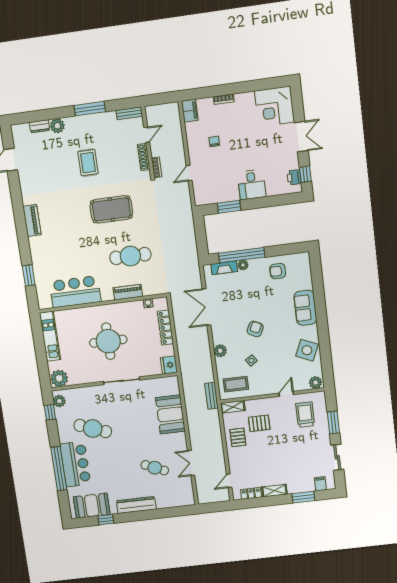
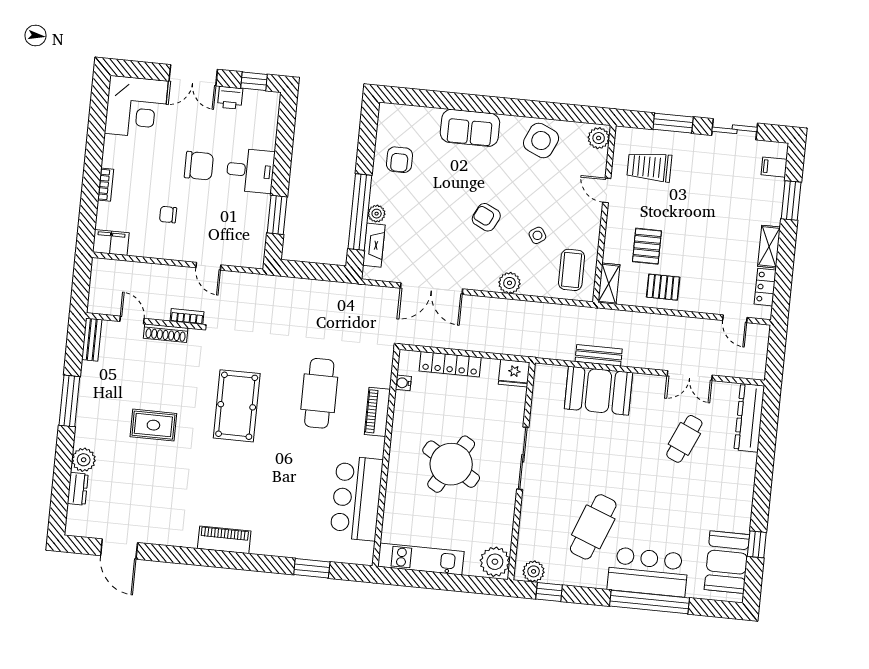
double door: (301, 137) -> (193, 75), swing flipped
chair: (248, 153) -> (199, 166), added
printer: (294, 177) -> (230, 98), moved
round table: (108, 341) -> (451, 464), turned 31
bench: (211, 396) -> (599, 355), moved
dresser: (136, 505) -> (749, 418), moved

